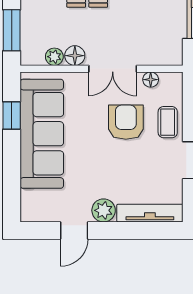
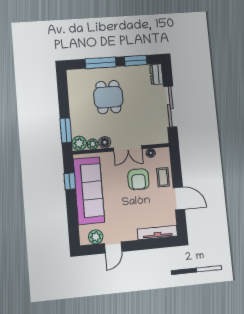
plant: (32, 54) -> (79, 143), added
armchair: (126, 122) -> (138, 179), turned 180
plant: (104, 210) -> (96, 237), moved

